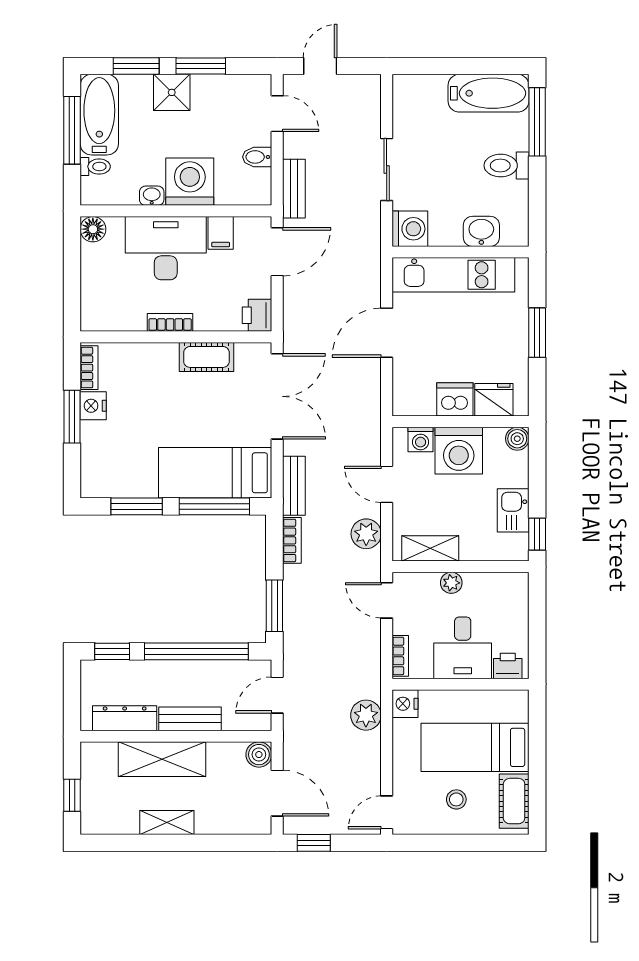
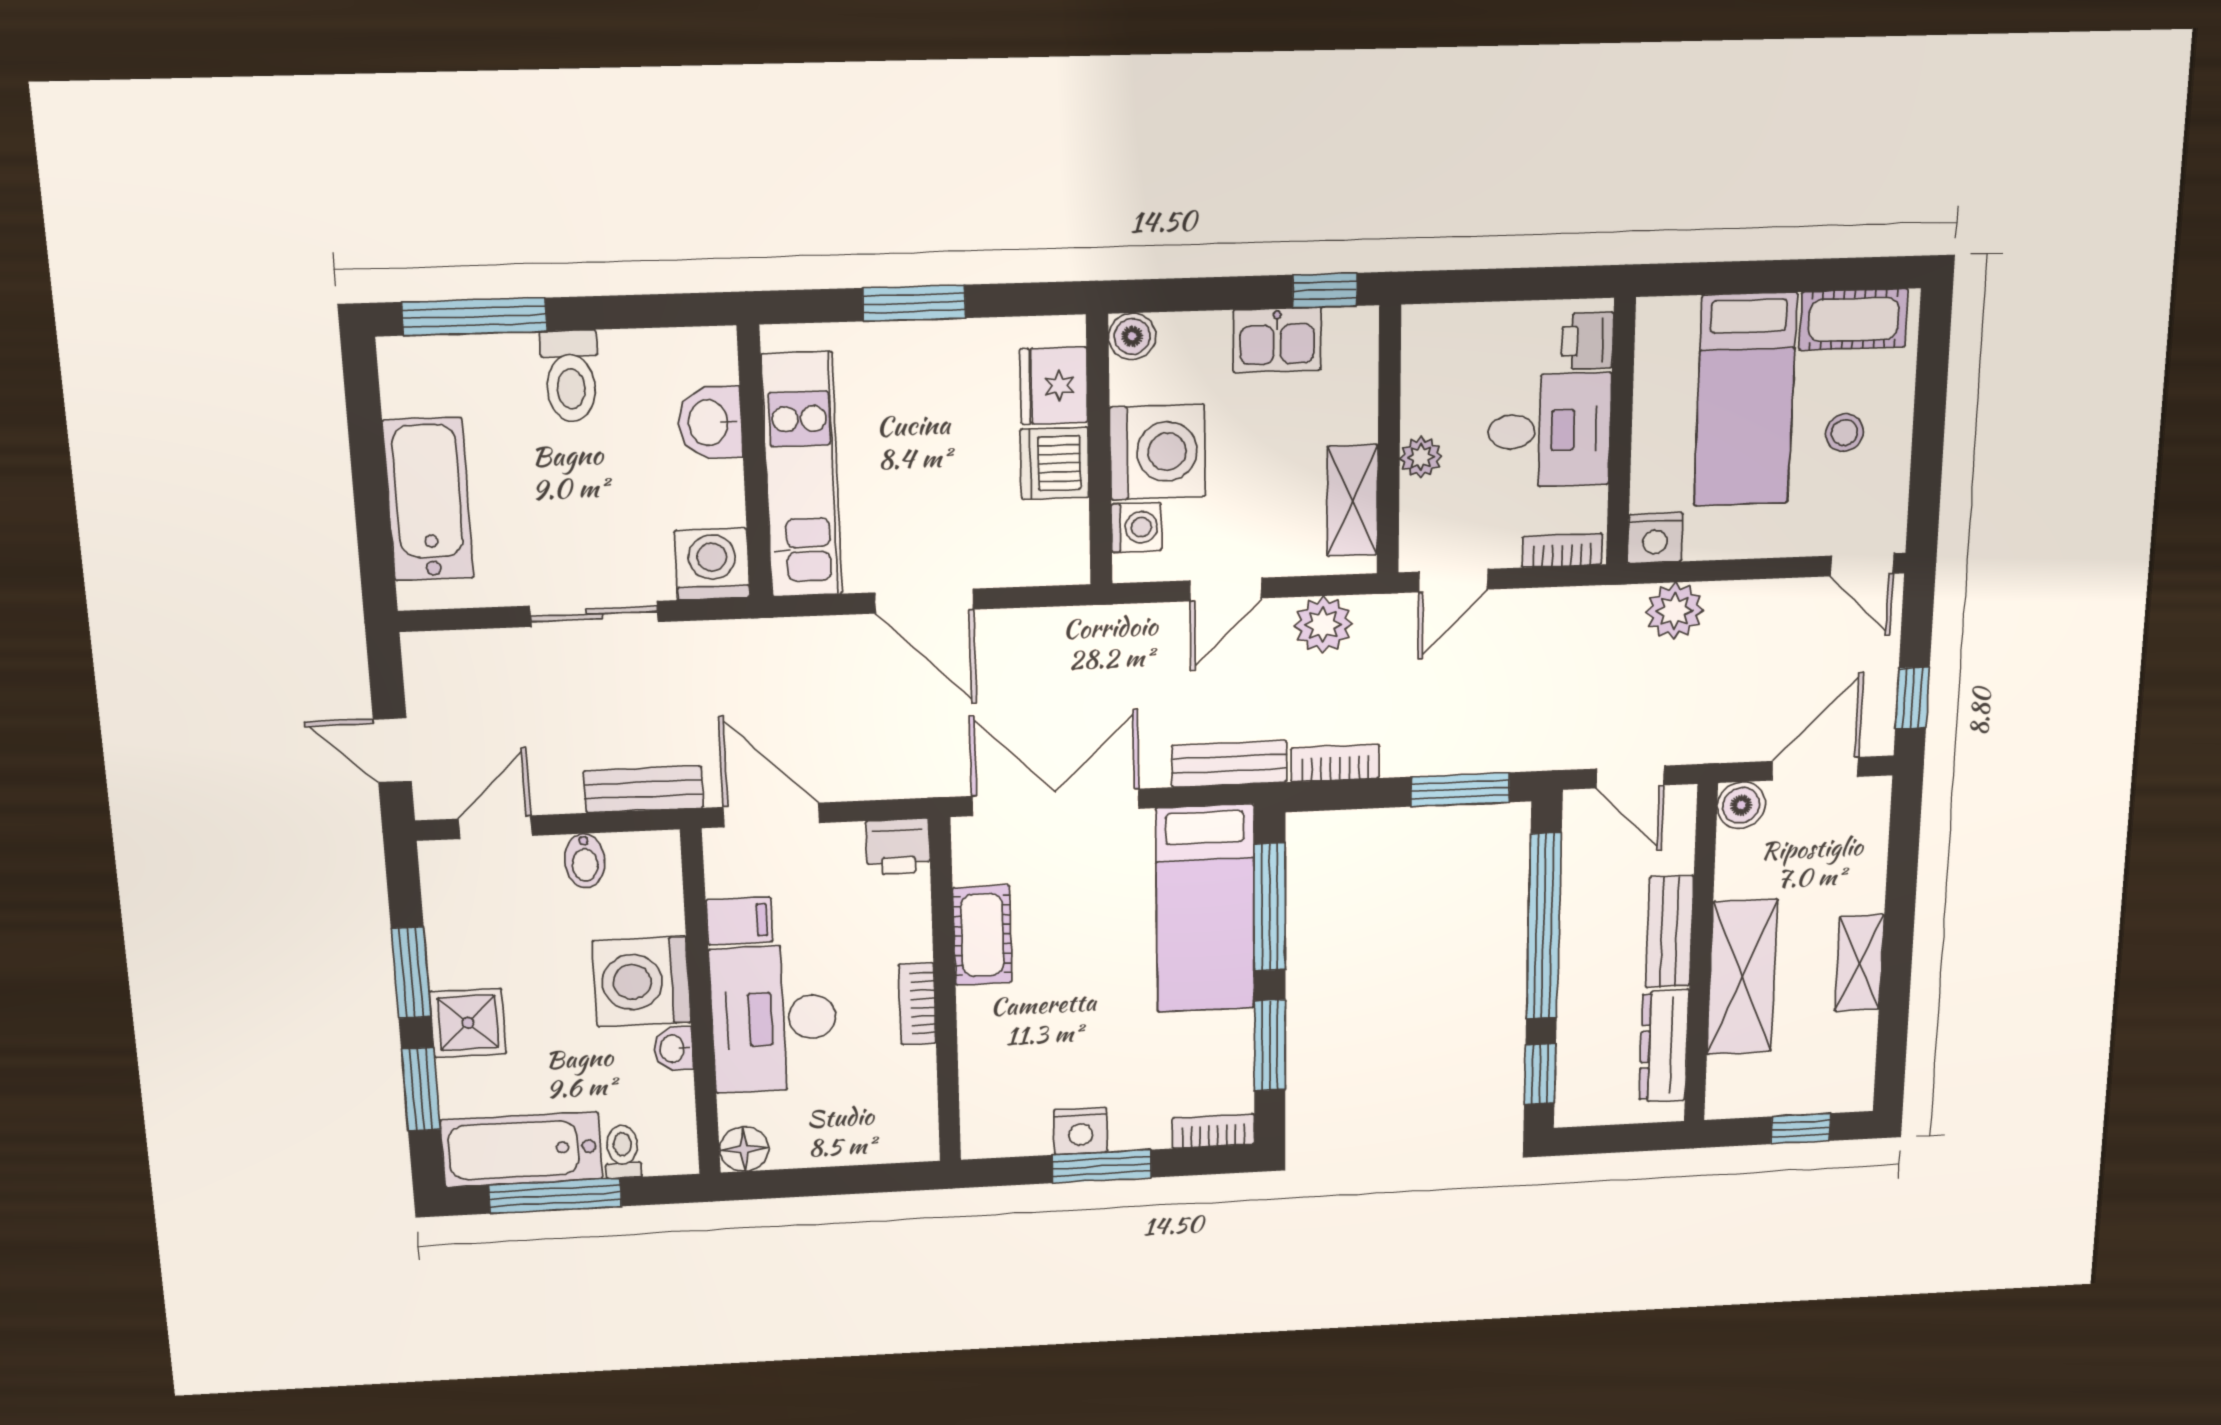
bathtub: (488, 93) -> (428, 499), moved
bookcase: (89, 368) -> (1213, 1131), moved

